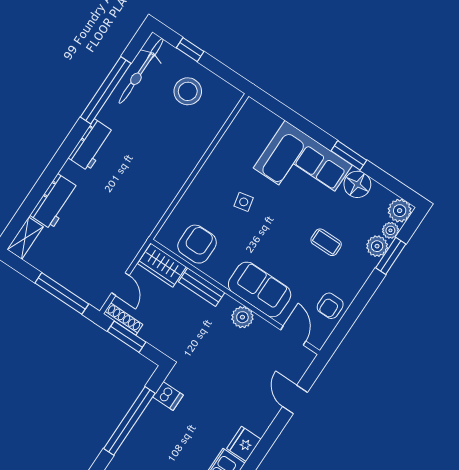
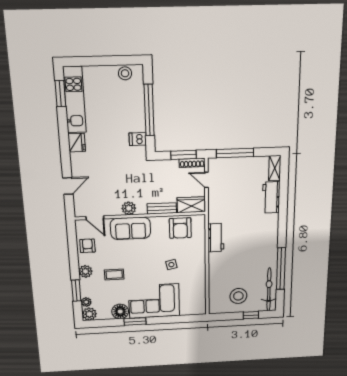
workbench: (91, 145) -> (216, 238), moved, turned 180
plant: (377, 246) -> (85, 271), moved
door: (295, 399) -> (68, 186), hinge flipped

